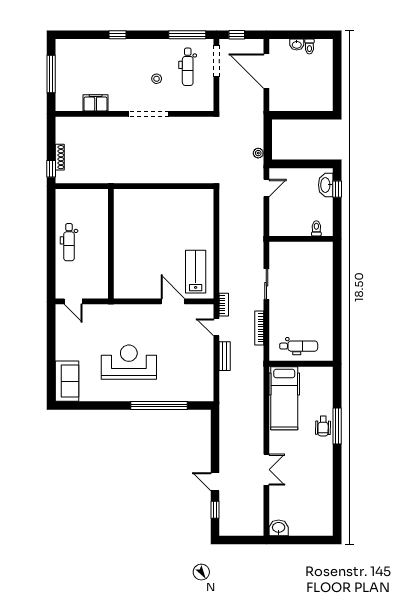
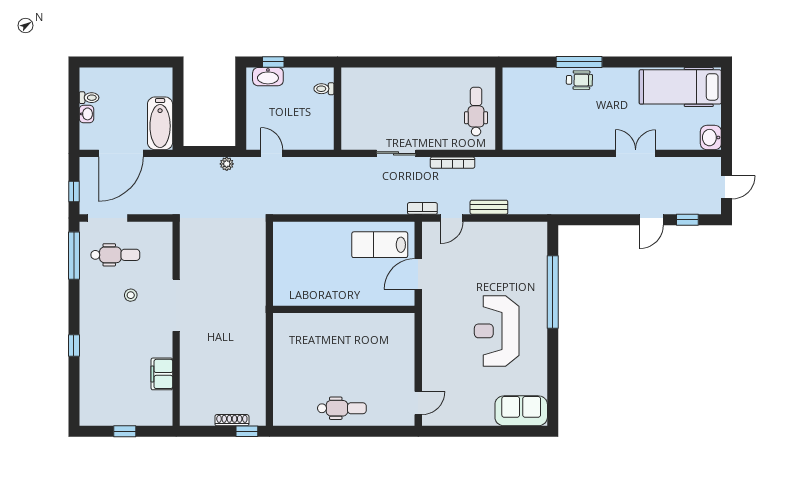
window: (51, 74) -> (125, 431), width x0.46
bathtub: (290, 101) -> (160, 123), added
wall: (111, 244) -> (344, 309), moved
hospital bed: (284, 398) -> (680, 87), moved, turned 180
door: (240, 540) -> (727, 187), added

